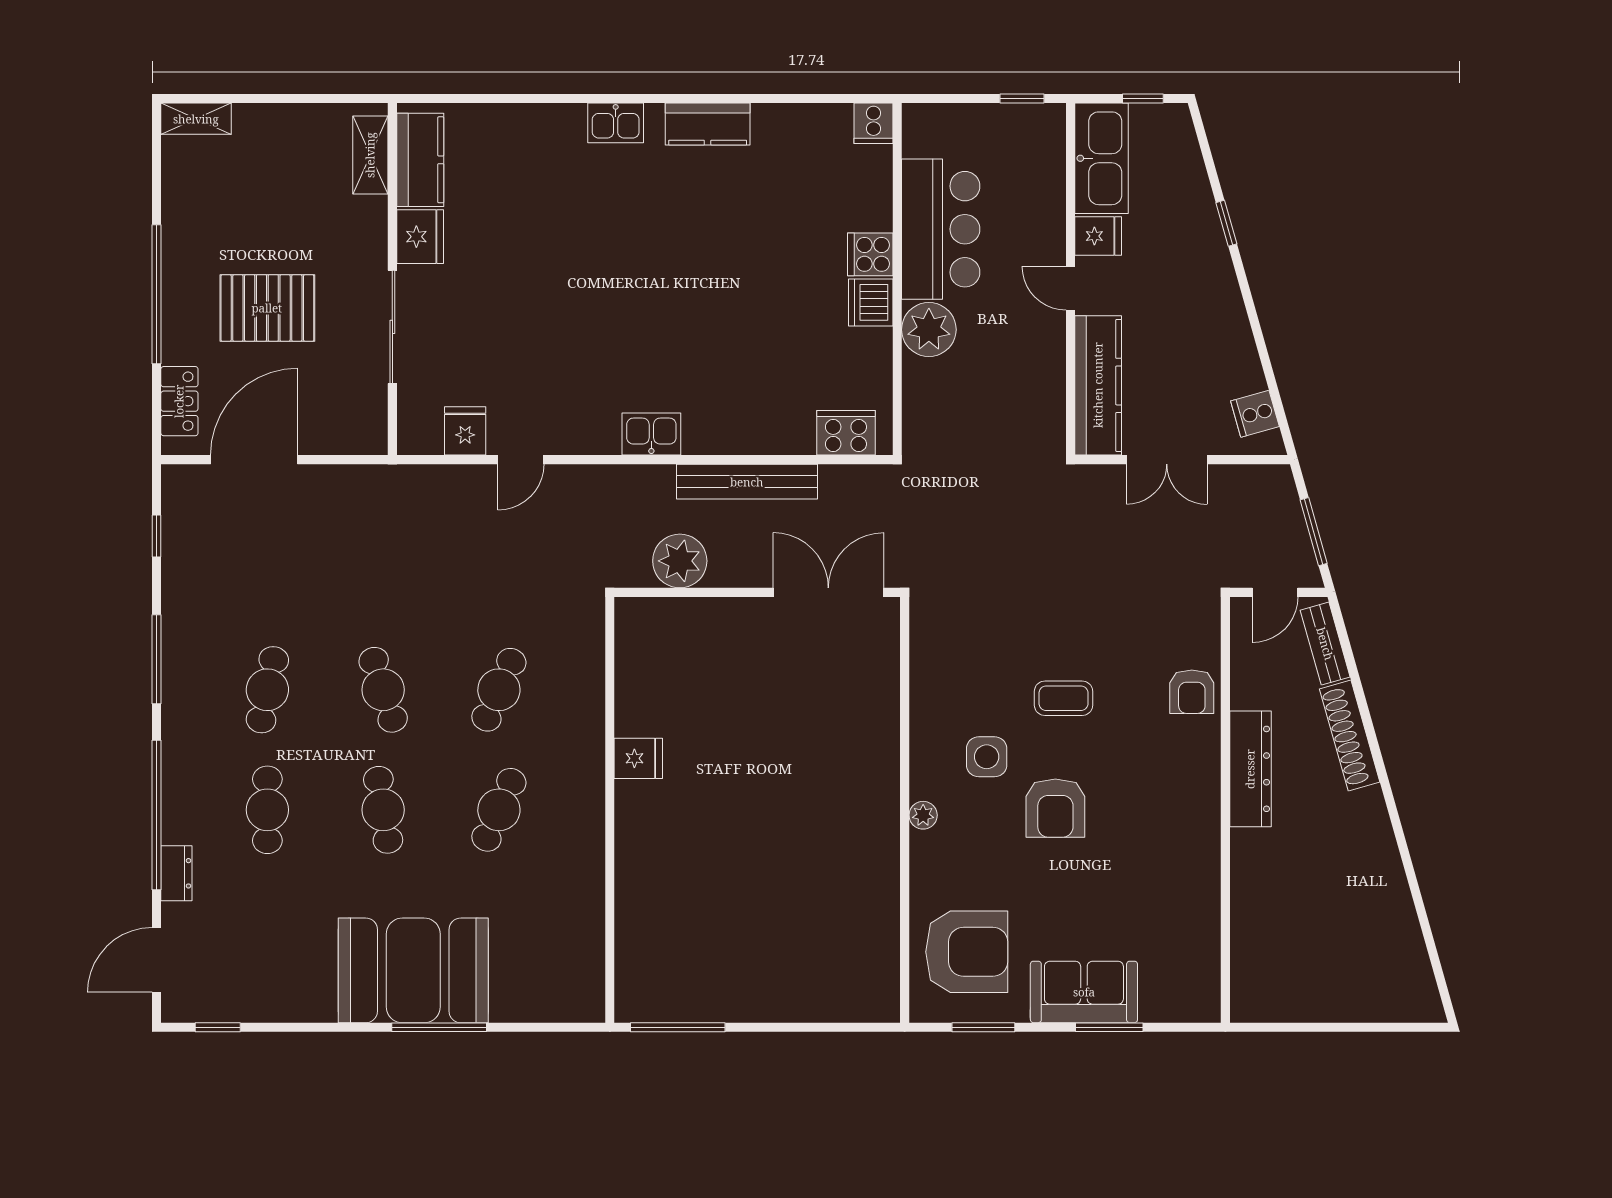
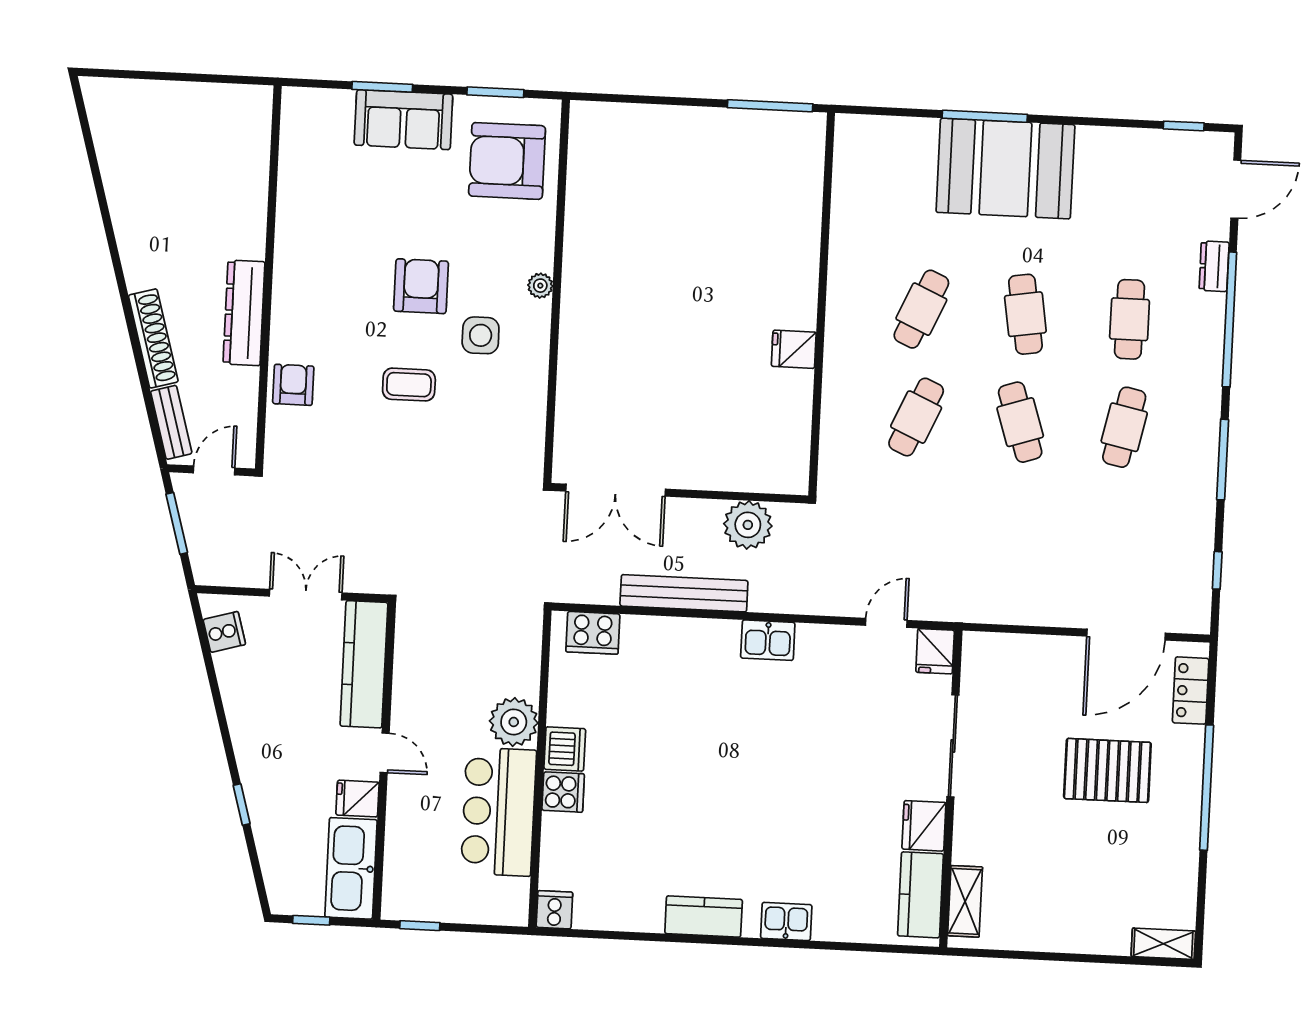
shelving: (370, 155) -> (965, 901), moved
kitchen counter: (420, 160) -> (920, 895), moved
fridge: (420, 237) -> (924, 826), moved
wall: (392, 279) -> (951, 789), moved
sliding door: (392, 327) -> (953, 746), moved

